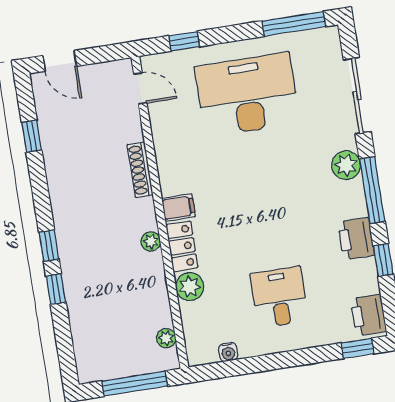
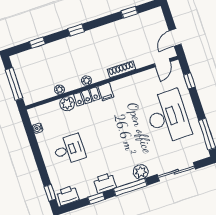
door: (60, 61) -> (175, 37), moved
window: (56, 289) -> (37, 43), moved
plant: (166, 338) -> (60, 90), moved

